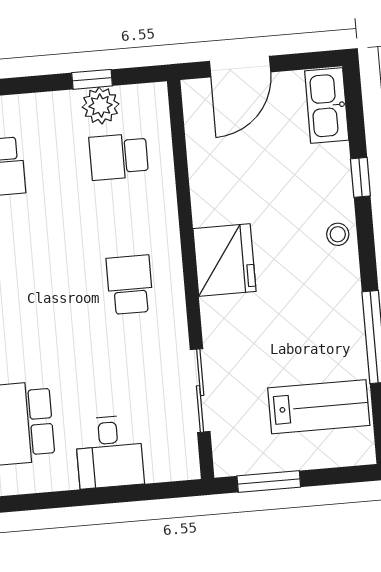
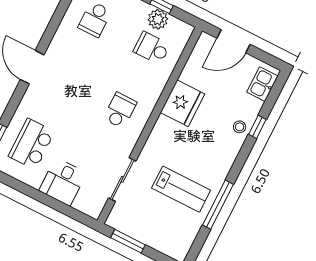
kitchen sink: (327, 105) -> (262, 84), width x0.73
stool: (338, 234) -> (240, 127), moved
fridge: (224, 260) -> (183, 103), moved
lab bench: (319, 407) -> (181, 189), moved

